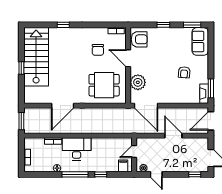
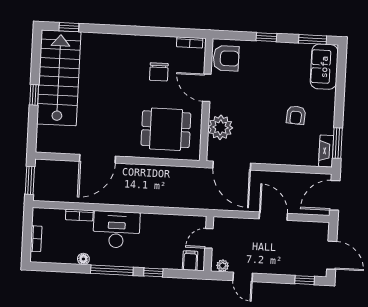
window: (63, 25) -> (69, 27), moved

